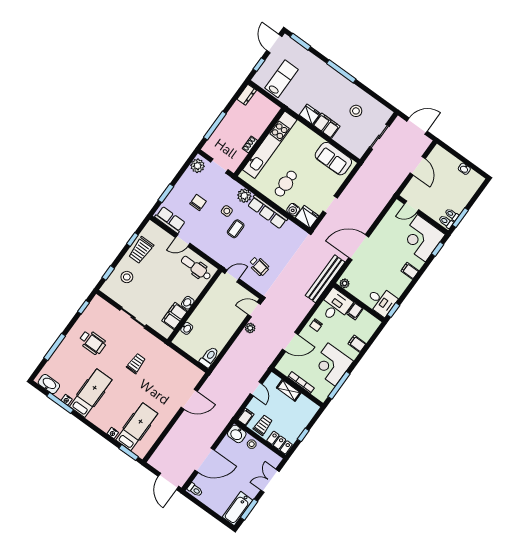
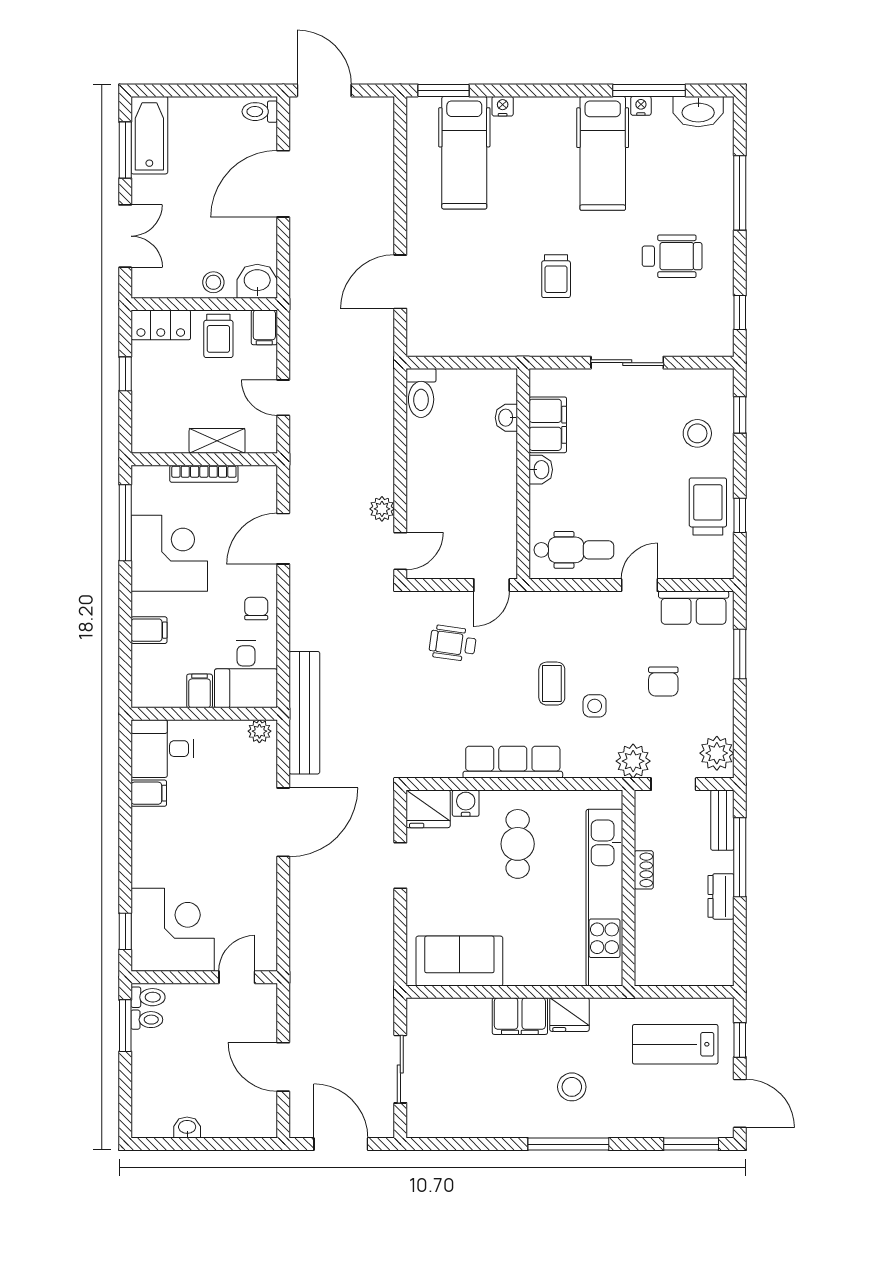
lab bench: (282, 79) -> (675, 1044), turned 90
dresser: (247, 95) -> (721, 896), moved
stool: (356, 111) -> (572, 1087), moved
door: (417, 126) -> (341, 1144), swing flipped
bench: (212, 142) -> (722, 820), added
plant: (244, 196) -> (633, 761), moved
filing cabinet: (410, 271) -> (149, 793), moved
window: (393, 310) -> (125, 748), removed
wheelchair: (92, 342) -> (672, 256), turned 180

